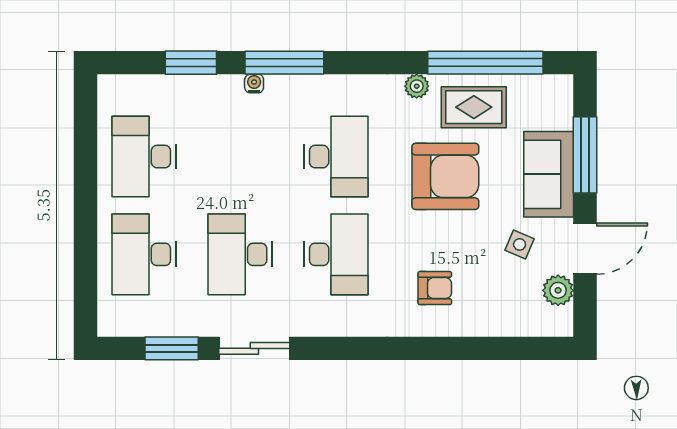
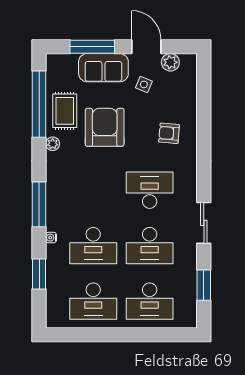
window: (284, 63) -> (39, 204), moved
desk: (336, 157) -> (93, 246), moved, turned 180
armchair: (435, 288) -> (169, 133), turned -85
sliding door: (254, 348) -> (204, 223), moved

